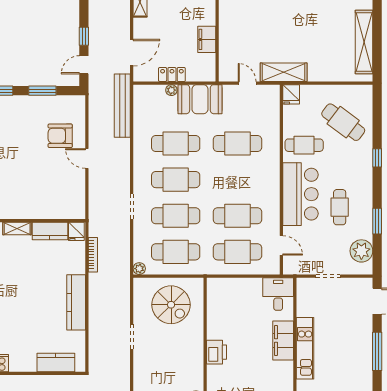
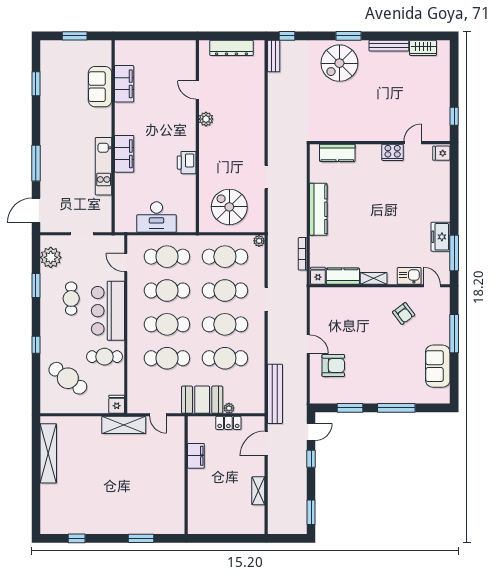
cafe table: (237, 180) -> (167, 324), added
desk: (278, 294) -> (157, 217), moved, width x1.37
filing cabinet: (283, 340) -> (124, 154), moved

